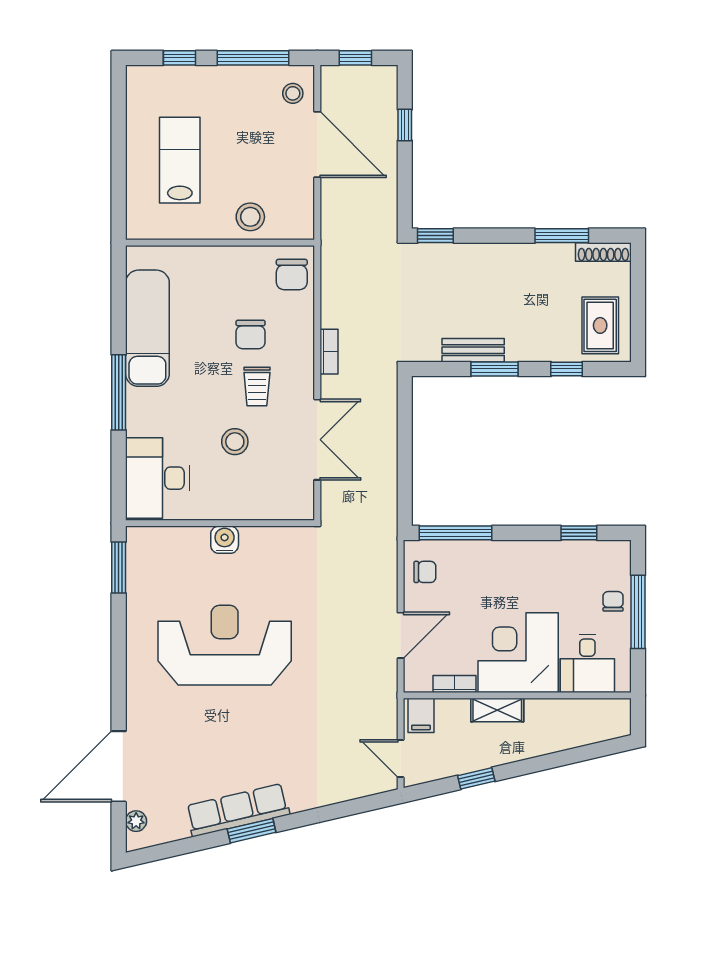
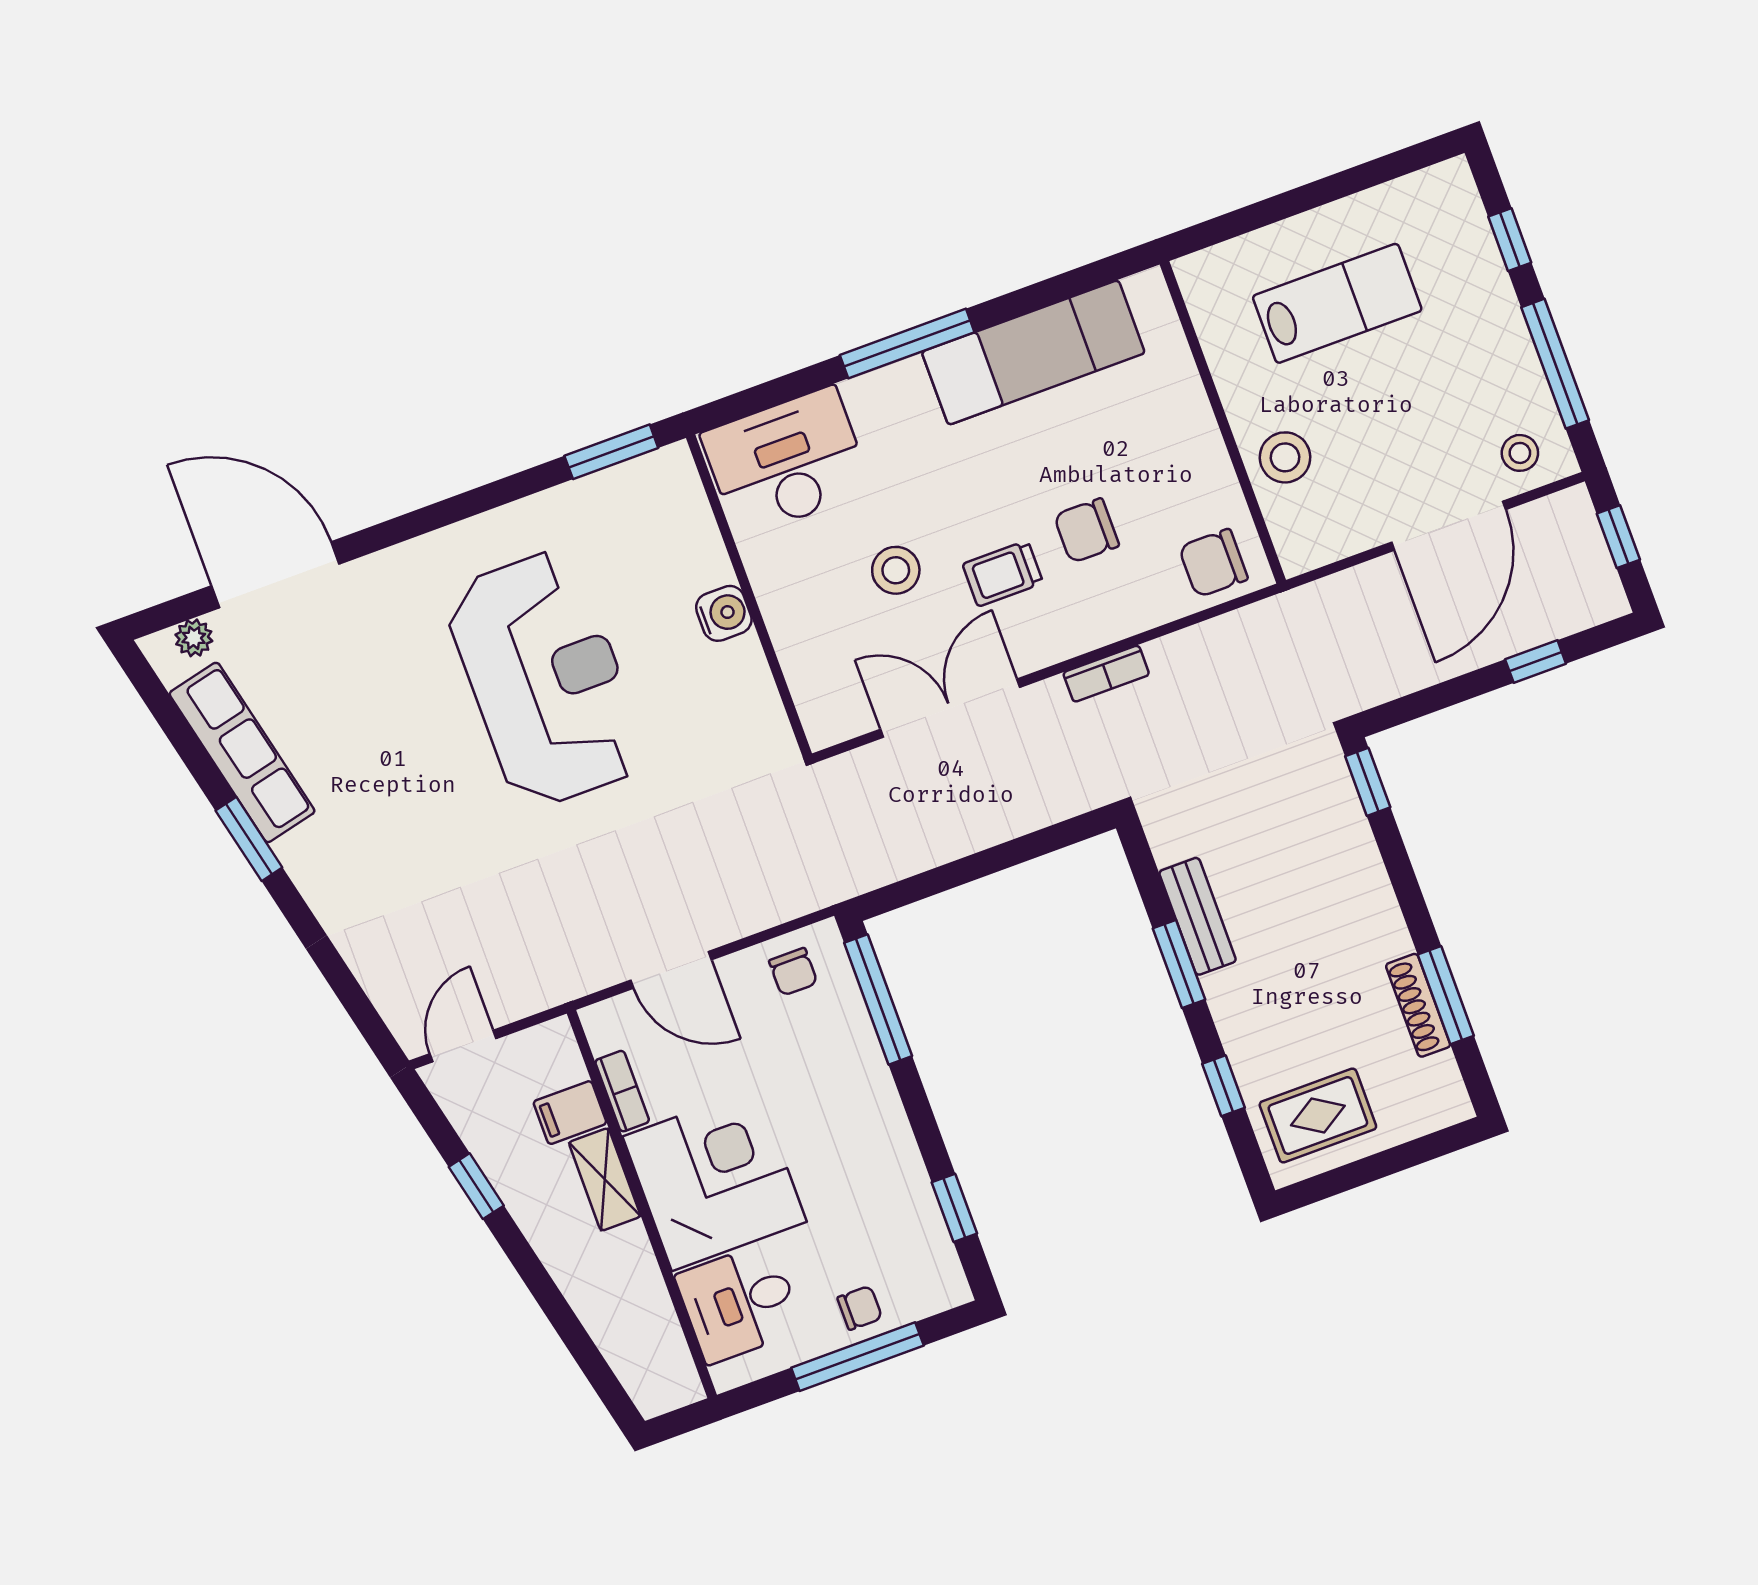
shoe rack: (603, 252) -> (1418, 1005), moved
double door: (317, 440) -> (950, 708), swing flipped
filing cabinet: (421, 715) -> (570, 1113), moved
row of seats: (238, 810) -> (242, 752), moved

